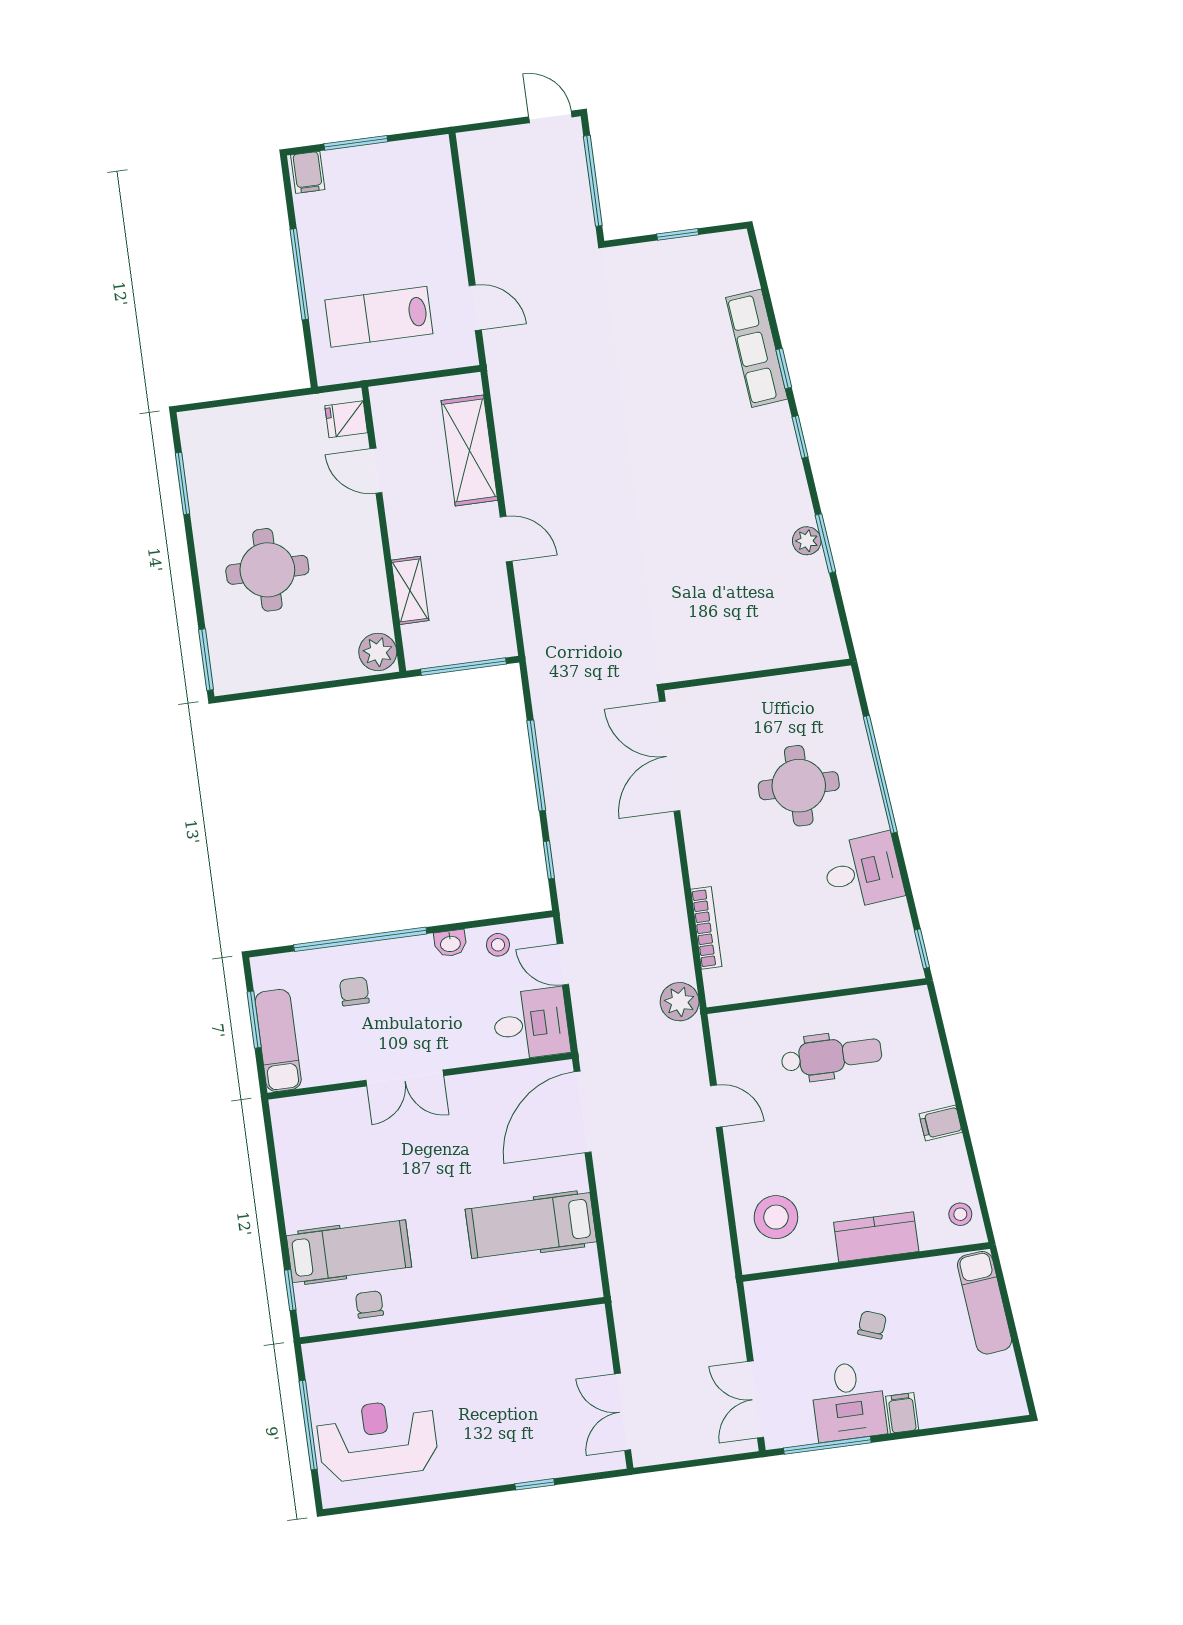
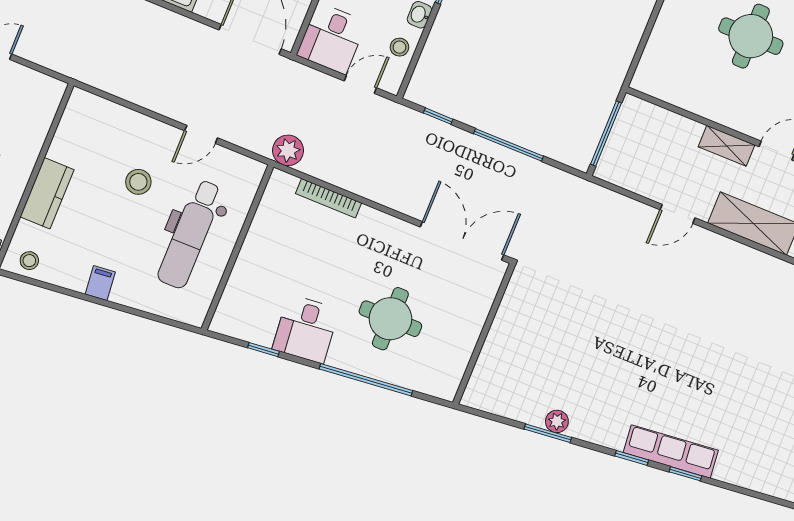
row of seats: (757, 348) -> (671, 451), moved
shelving: (410, 590) -> (726, 146), moved
plant: (378, 652) -> (650, 80), removed
window: (922, 949) -> (263, 350), moved
dental chair: (831, 1056) -> (190, 234), width x1.36, depth x1.38
stool: (776, 1217) -> (138, 182), moved, width x0.73, depth x0.73

